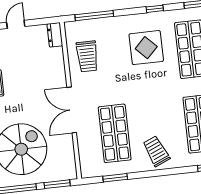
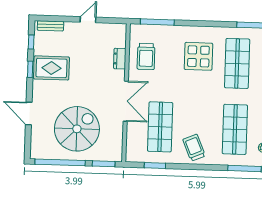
window: (155, 9) -> (211, 24), removed
dresser: (55, 35) -> (120, 59), moved
double door: (72, 110) -> (126, 101), swing flipped

